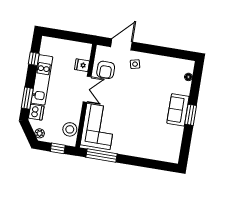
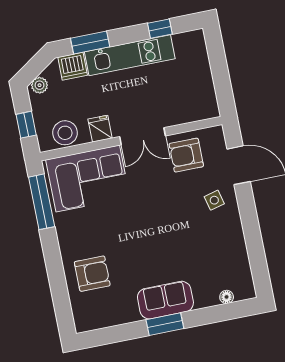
fridge: (82, 65) -> (100, 129), moved
armchair: (149, 143) -> (92, 274), added

